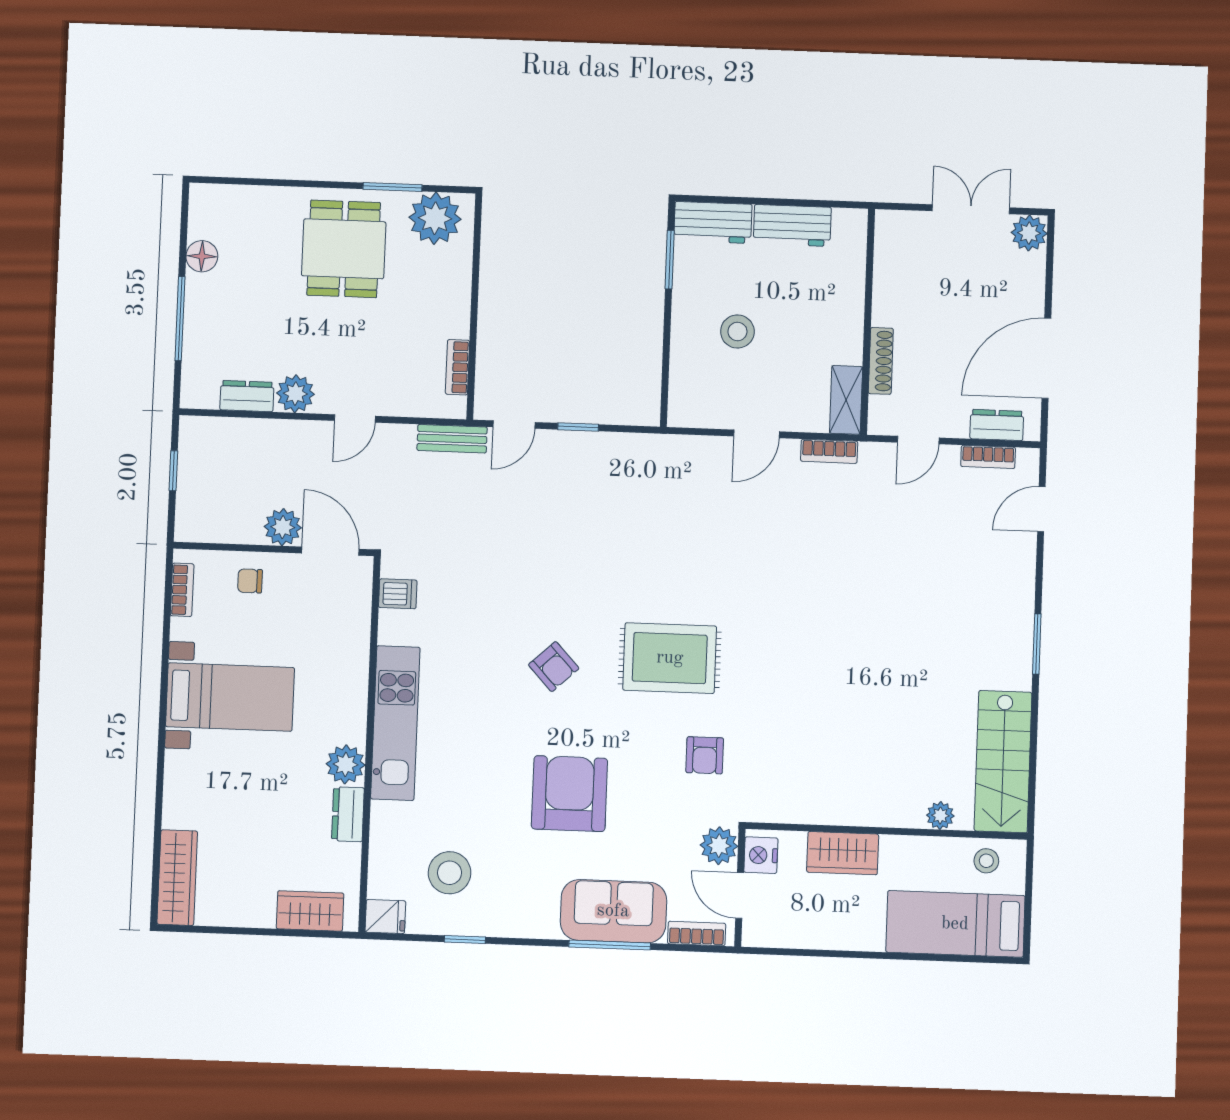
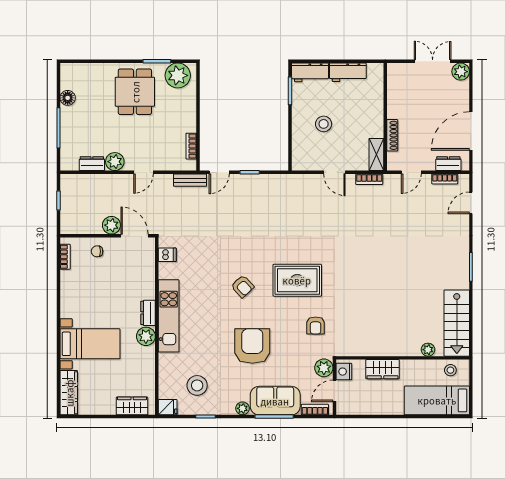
door: (756, 434) -> (334, 172), hinge flipped
bed with nightstands: (230, 697) -> (90, 344), moved
dresser: (348, 814) -> (148, 313), moved
door: (740, 895) -> (334, 391), hinge flipped
plant: (544, 925) -> (242, 408), added

